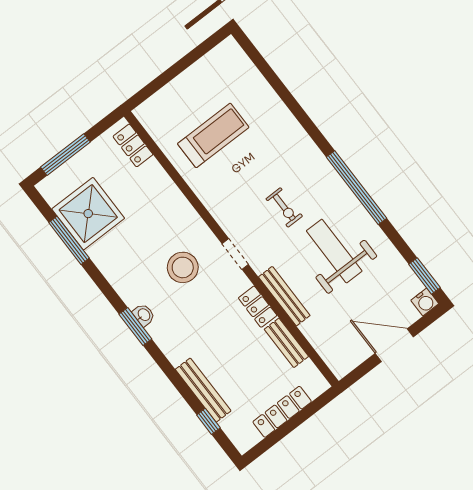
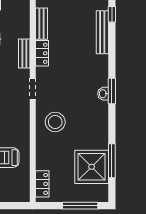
stool: (183, 267) -> (55, 122), moved
bench: (284, 296) -> (24, 54), width x0.73

